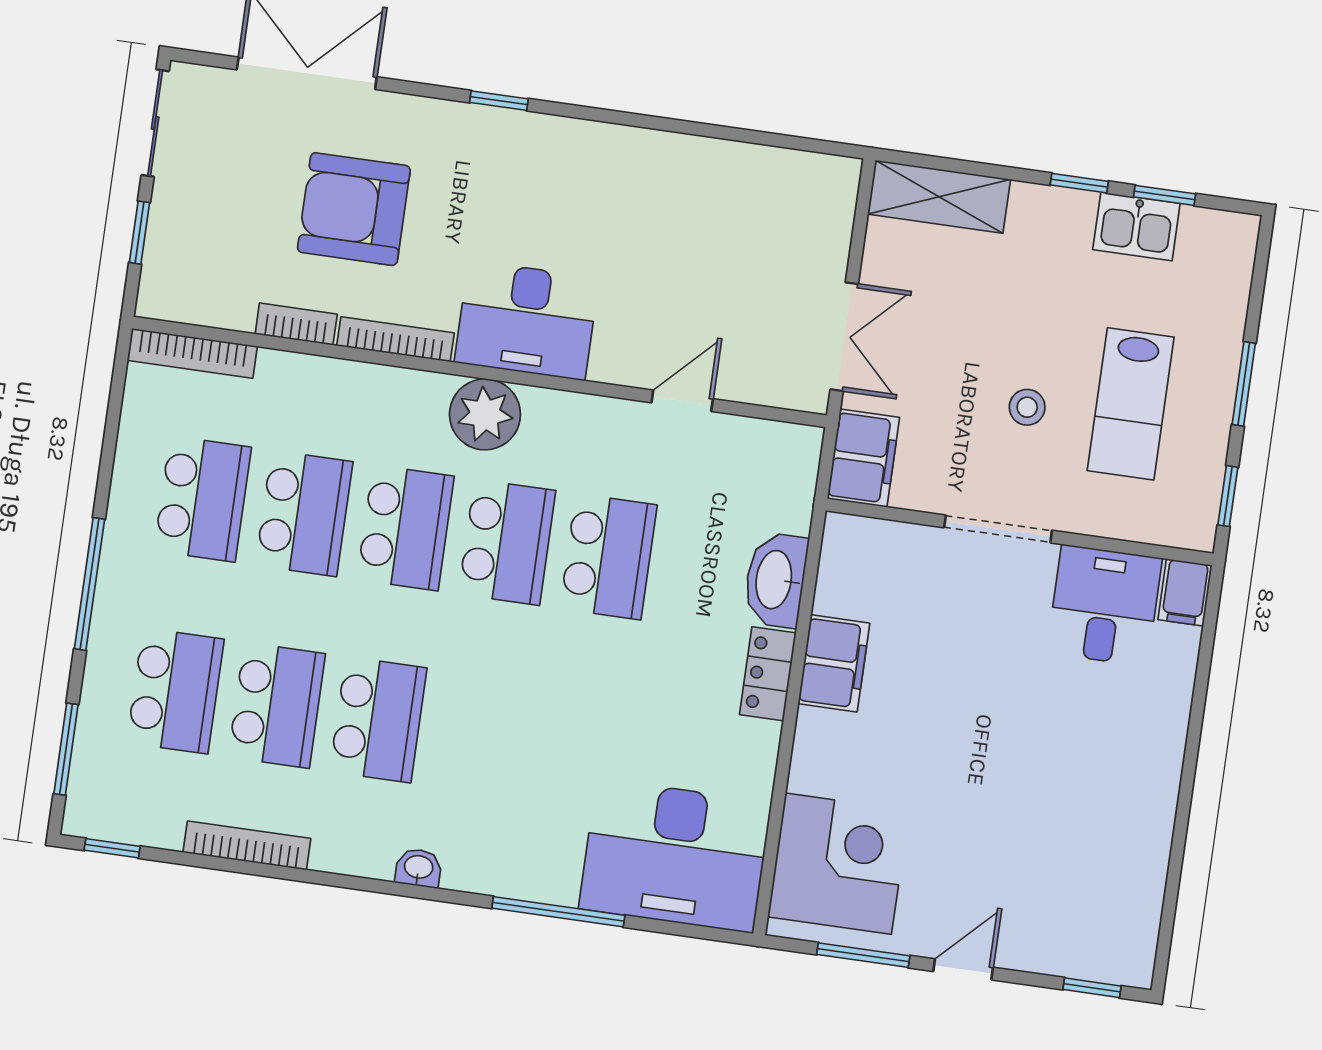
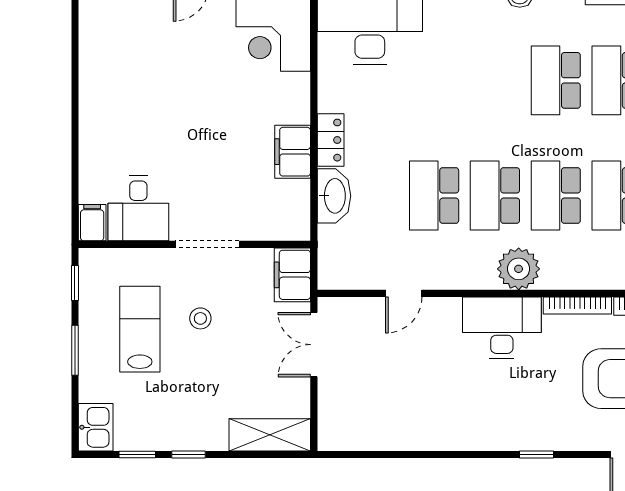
kitchen sink: (1136, 227) -> (96, 427), moved, turned 90

